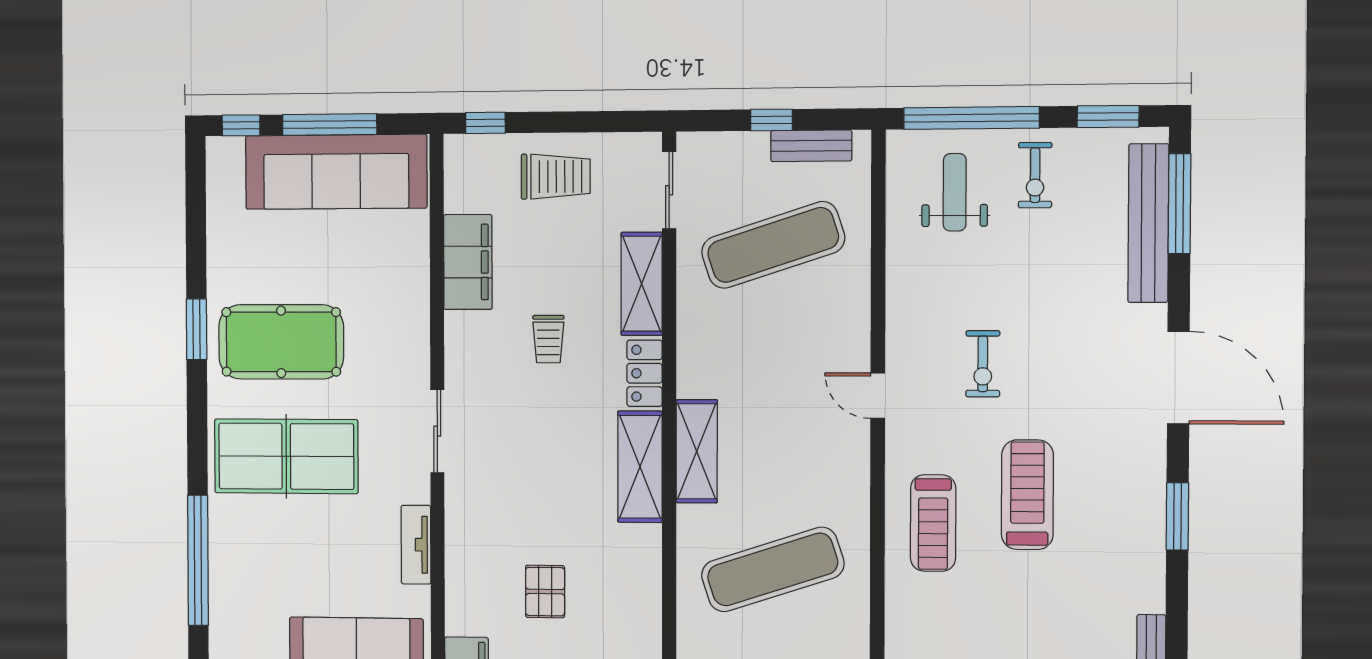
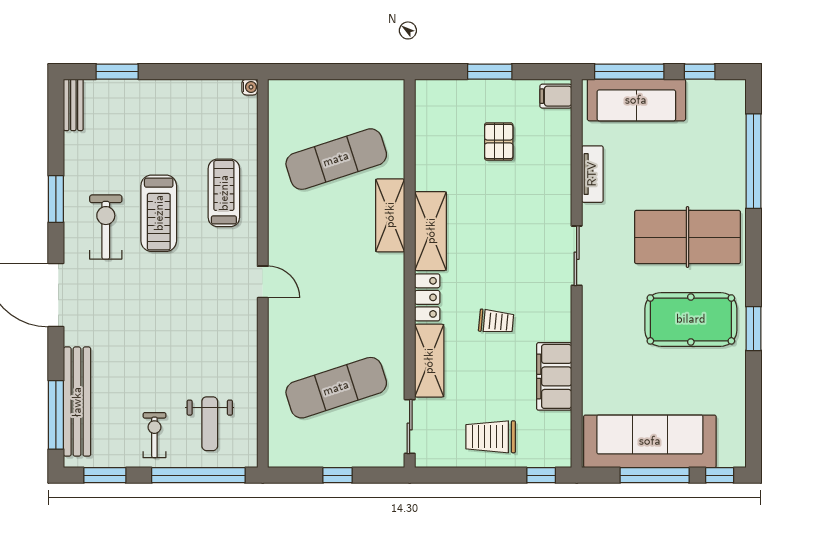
bench: (811, 146) -> (310, 457), removed
trolley: (548, 339) -> (496, 321), turned 95
exercise bike: (983, 364) -> (106, 227), moved, width x1.38, depth x1.39
shelving: (697, 451) -> (390, 215), moved

